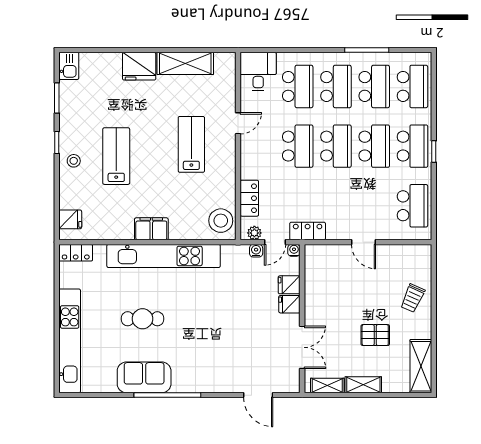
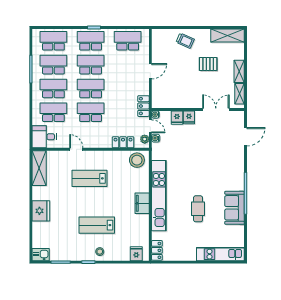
shelving: (185, 63) -> (39, 168), moved
pallet: (375, 335) -> (208, 64), turned 90
kitchen unit: (70, 341) -> (220, 254), width x0.73

